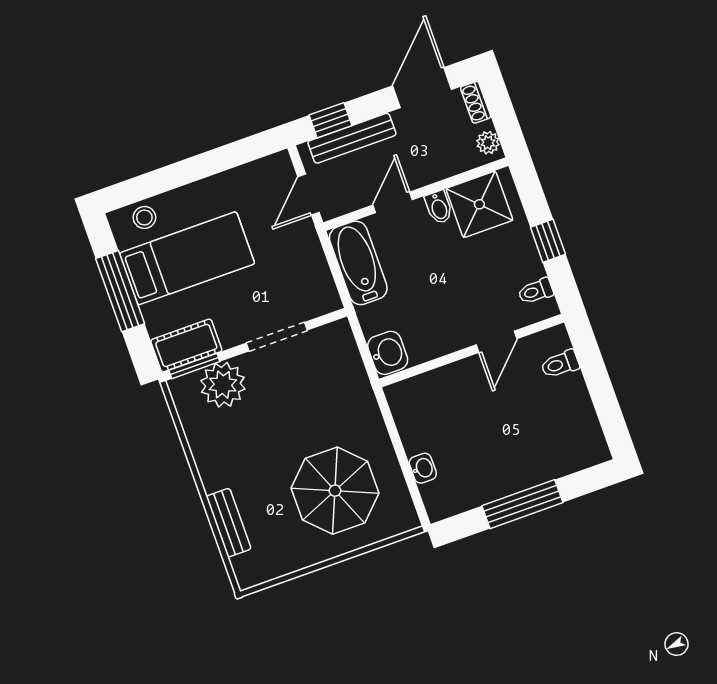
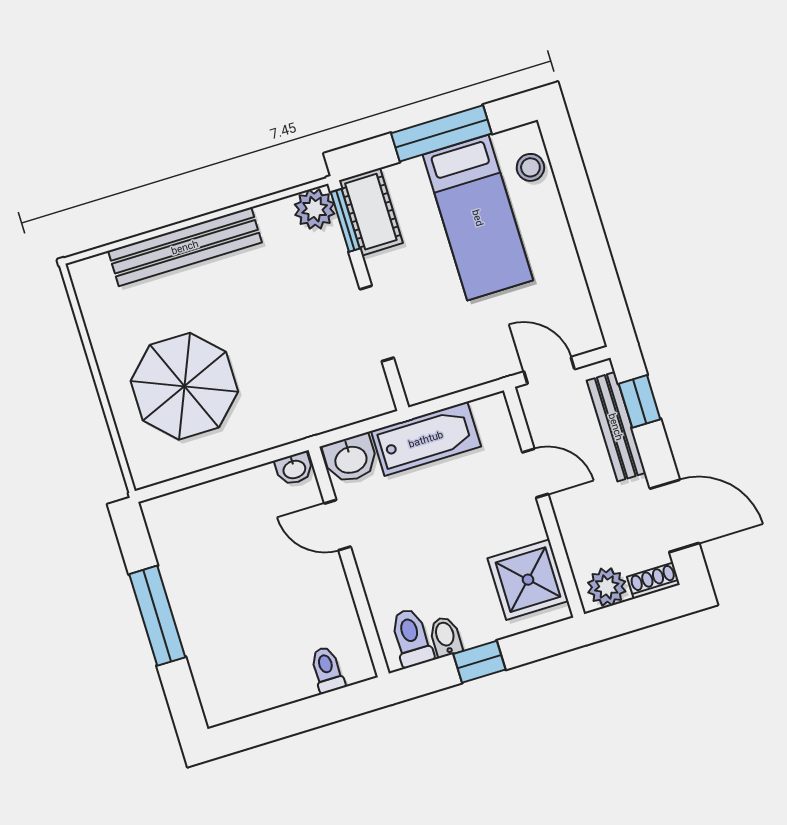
plant: (488, 143) -> (607, 587), width x1.38, depth x1.38
bidet: (439, 207) -> (445, 637), moved, turned 90
bathtub: (358, 263) -> (426, 439), moved
toilet: (536, 291) -> (411, 638), width x1.37, depth x1.39
door: (497, 342) -> (337, 525), moved
plant: (223, 385) -> (315, 209), moved, width x0.73, depth x0.73
washbasin: (423, 468) -> (294, 469), moved
bench: (229, 523) -> (185, 247), width x1.86, depth x1.21

